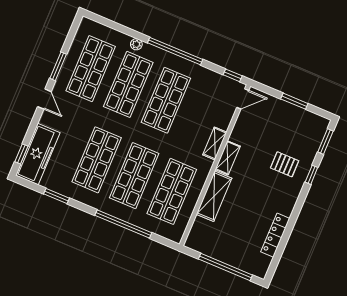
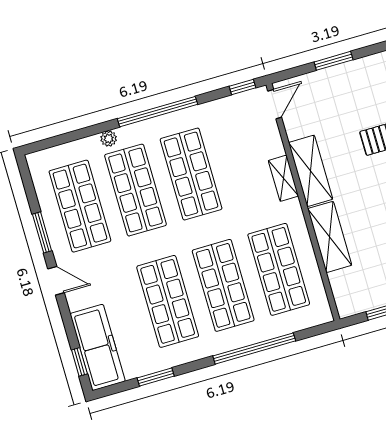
shelving: (228, 158) -> (311, 171), width x1.50, depth x1.33

